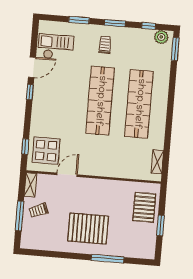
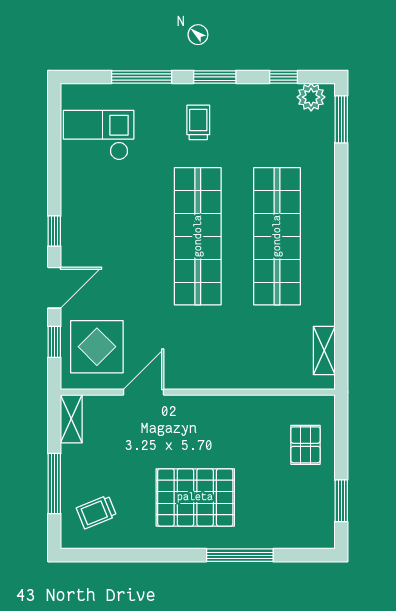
window: (79, 20) -> (142, 77), width x1.44
door: (32, 67) -> (54, 288), moved
pallet: (144, 207) -> (305, 445), width x0.67, depth x0.71
trolley: (39, 210) -> (96, 512), moved
window: (160, 225) -> (341, 501), moved

